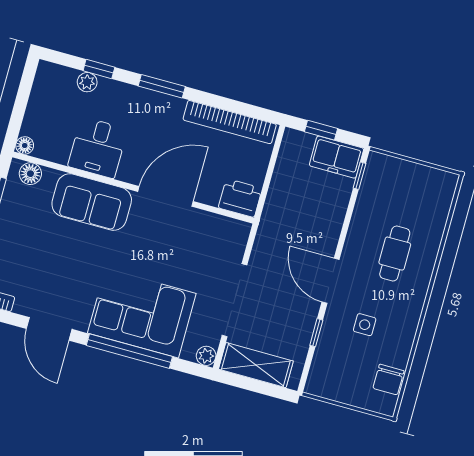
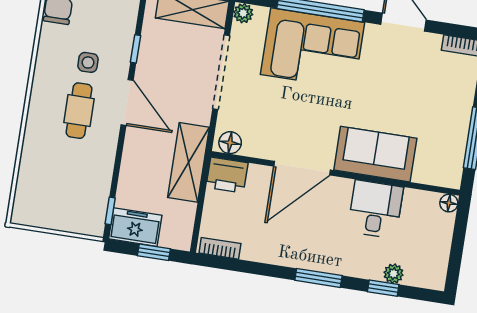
bookcase: (230, 122) -> (220, 248), width x0.43, depth x0.76
floor lamp: (30, 174) -> (230, 143), moved
shelving: (277, 215) -> (189, 162), added
cafe table: (395, 254) -> (79, 111), moved

